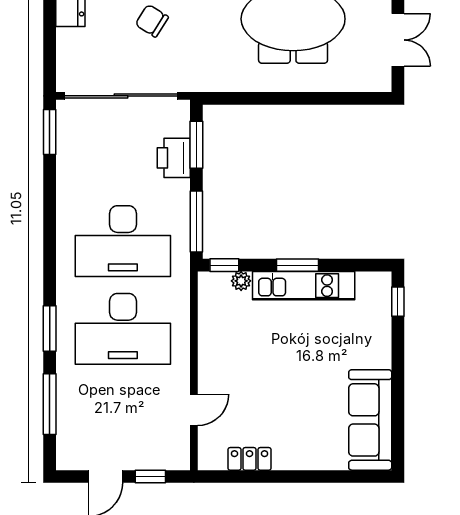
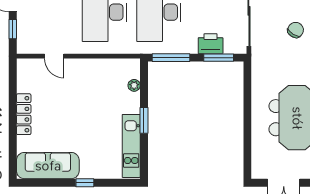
window: (224, 265) -> (144, 75), removed
kitchen unit: (304, 286) -> (131, 146), moved
window: (398, 302) -> (85, 183), moved
locker: (249, 459) -> (24, 114), moved, width x1.53

